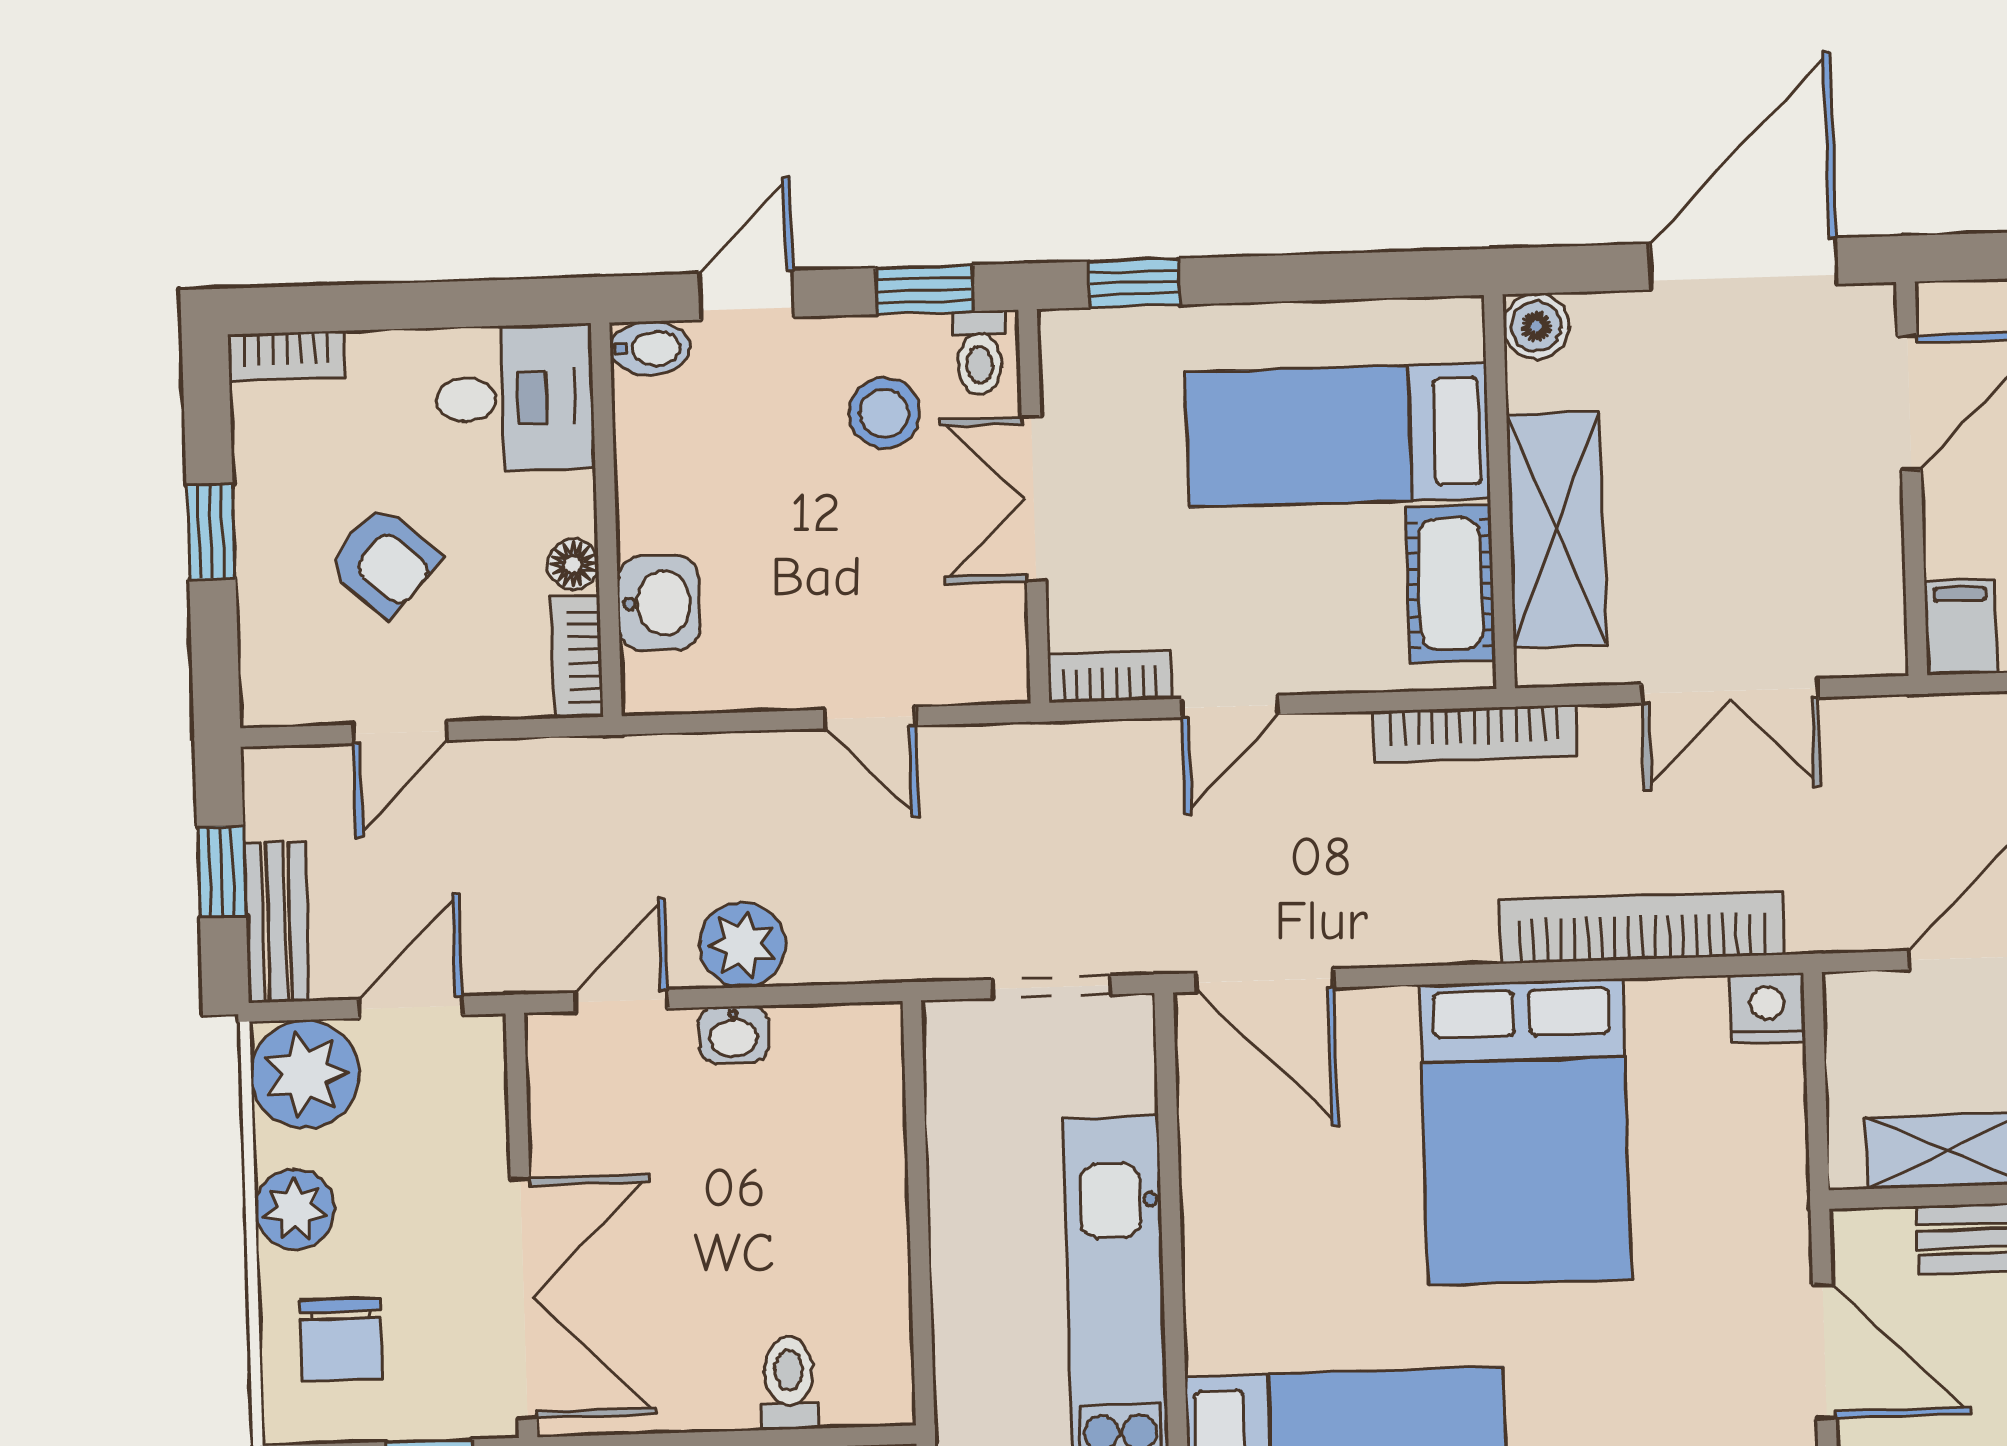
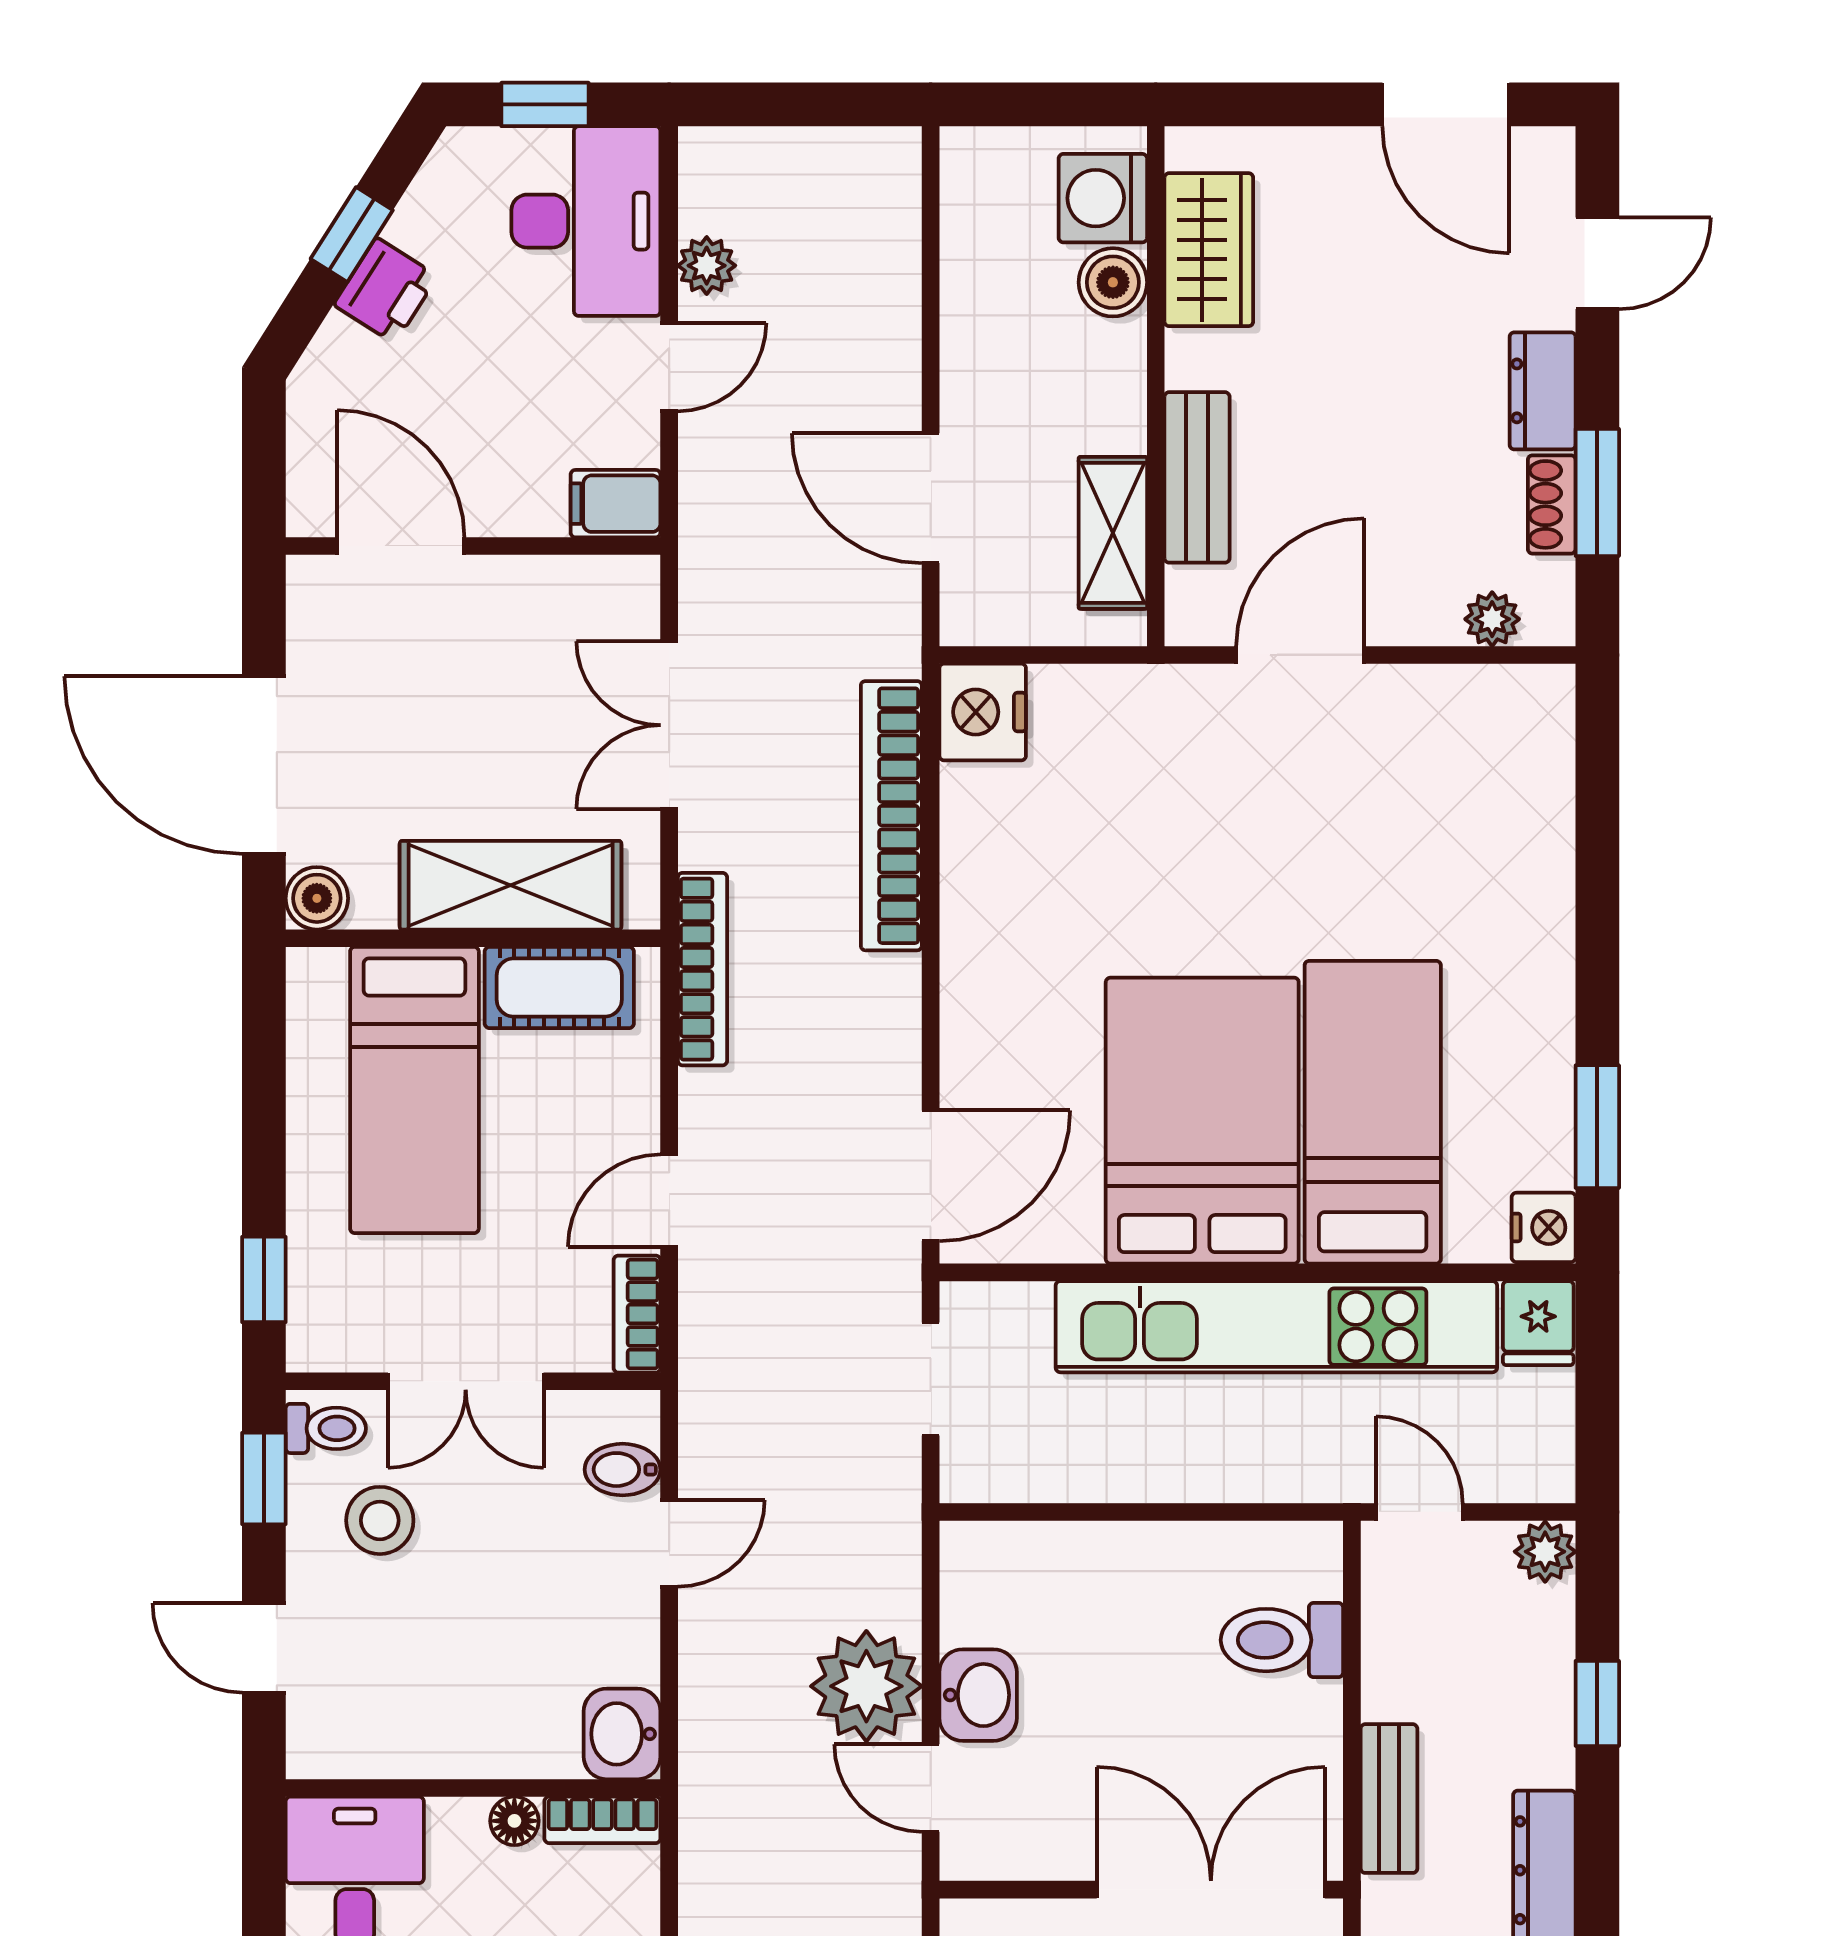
door: (1743, 264) -> (264, 765), moved
bidet: (650, 348) -> (623, 1470), moved, turned -90
washbasin: (658, 603) -> (622, 1734), moved, turned -90
double door: (1730, 691) -> (669, 725), swing flipped
door: (1230, 706) -> (669, 1201), swing flipped
plant: (742, 945) -> (866, 1686), width x1.36, depth x1.36
nightstand: (1767, 1008) -> (983, 712), width x1.36, depth x1.33
washbasin: (734, 1034) -> (978, 1695), width x1.38, depth x1.45
bed: (1525, 1132) -> (1202, 1121), moved, turned -90
toilet: (789, 1383) -> (1282, 1640), width x1.37, depth x1.39

